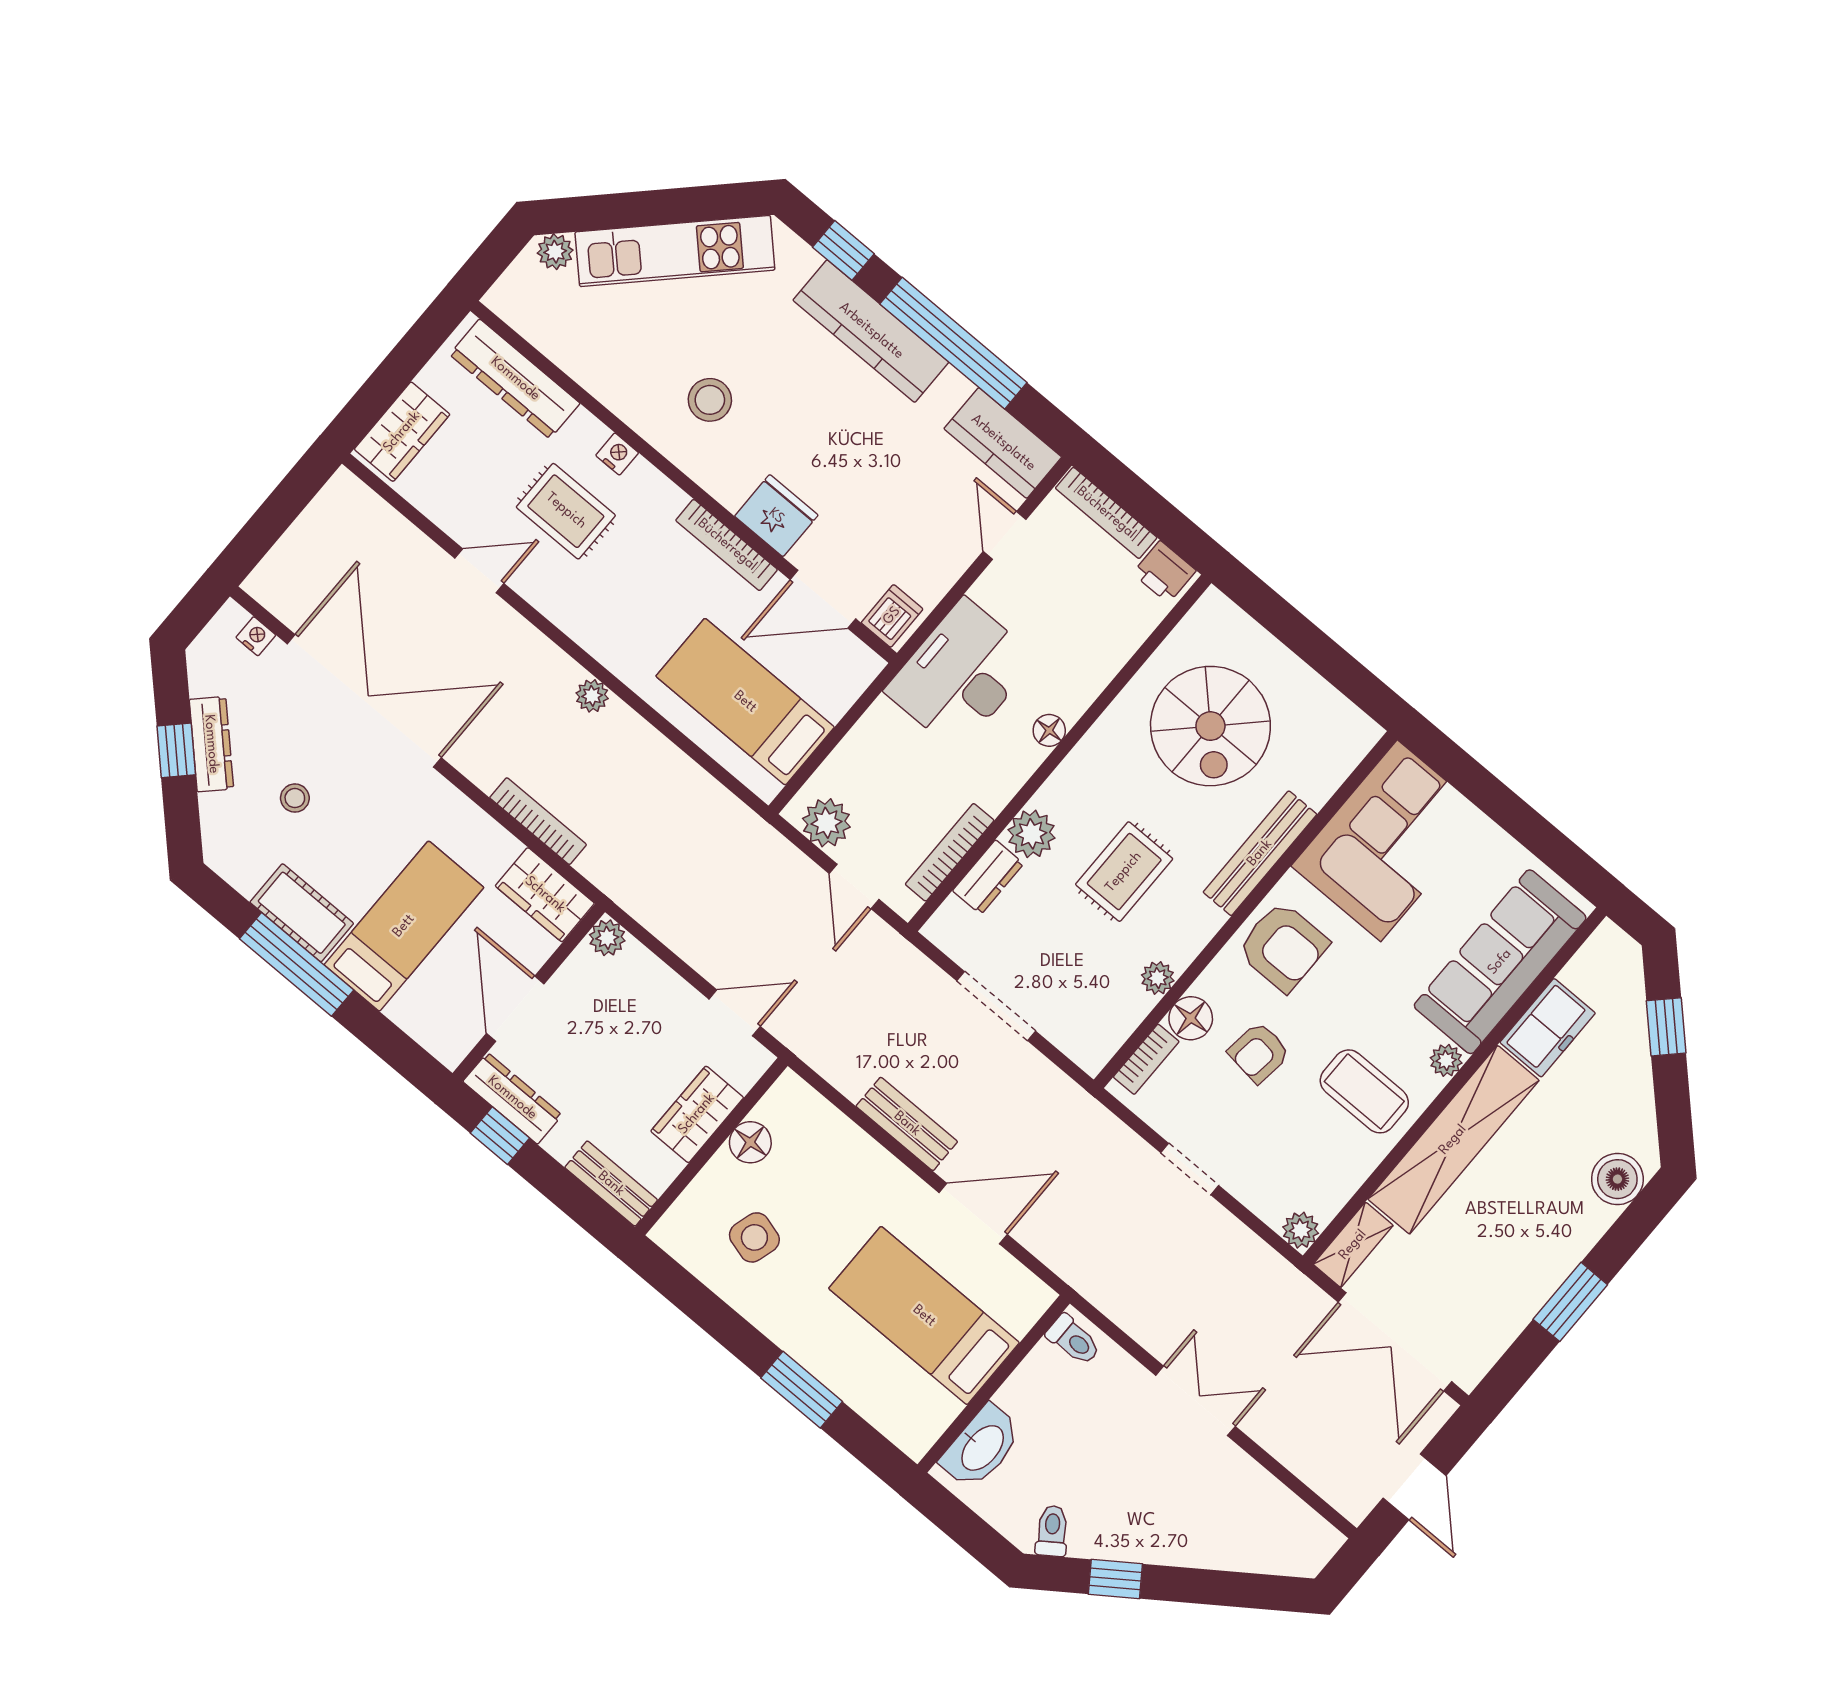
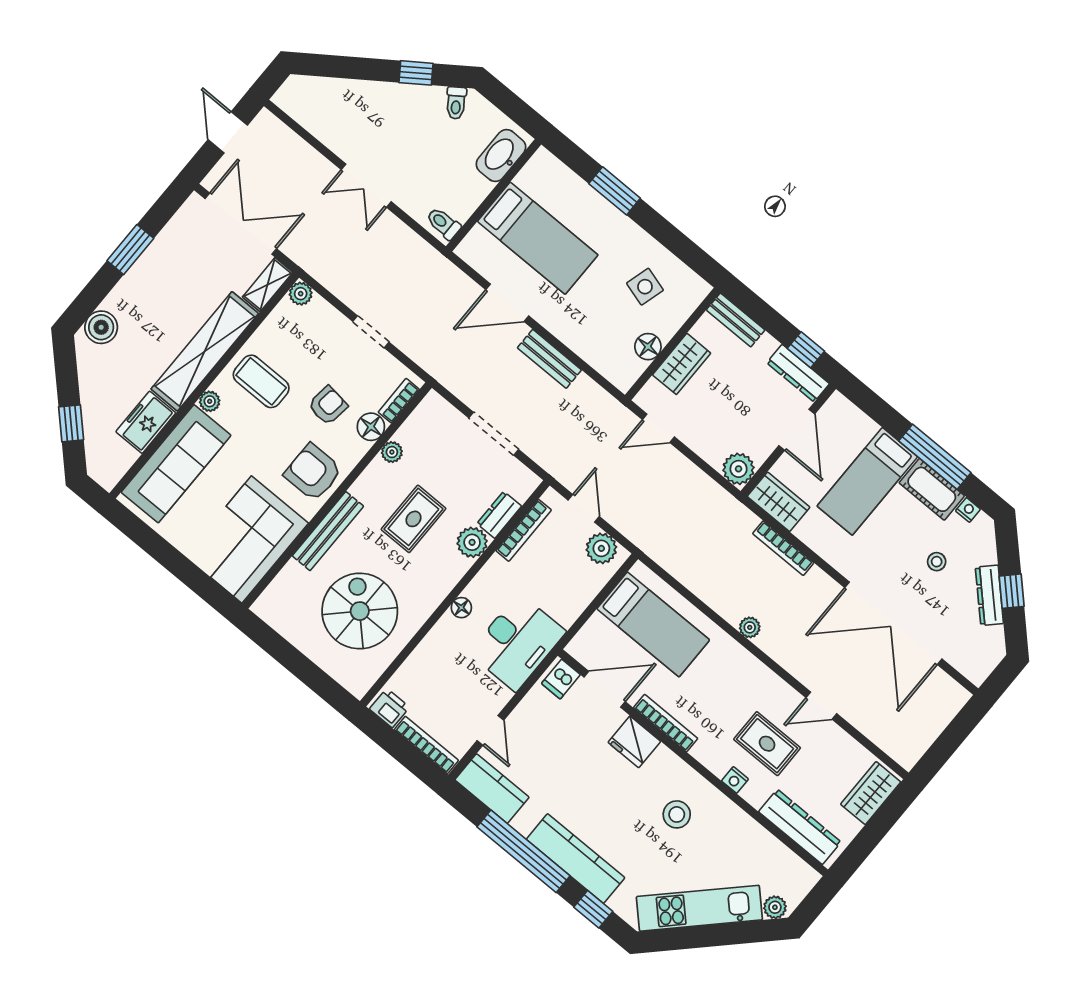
nightstand: (256, 636) -> (968, 510), moved, turned 180
plant: (607, 938) -> (739, 469), width x1.38, depth x1.38

